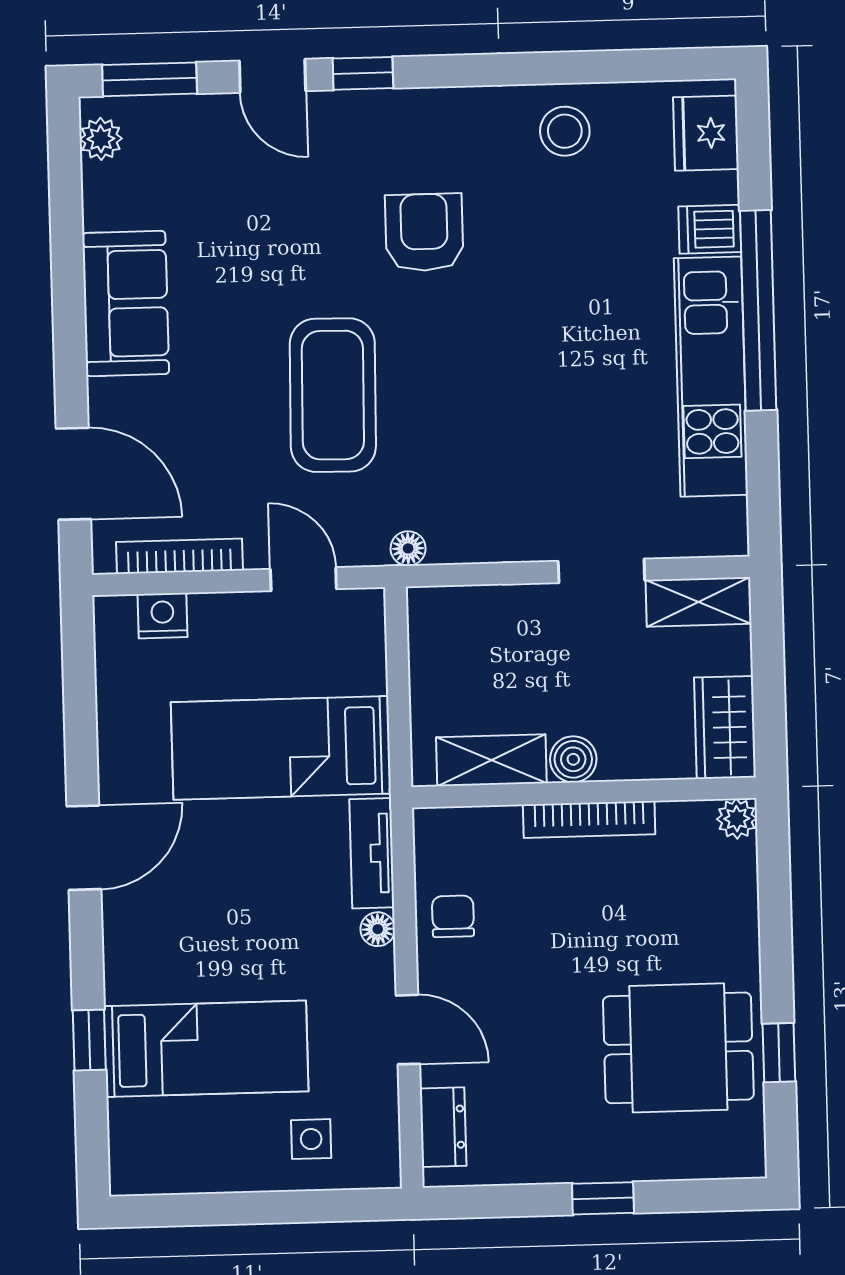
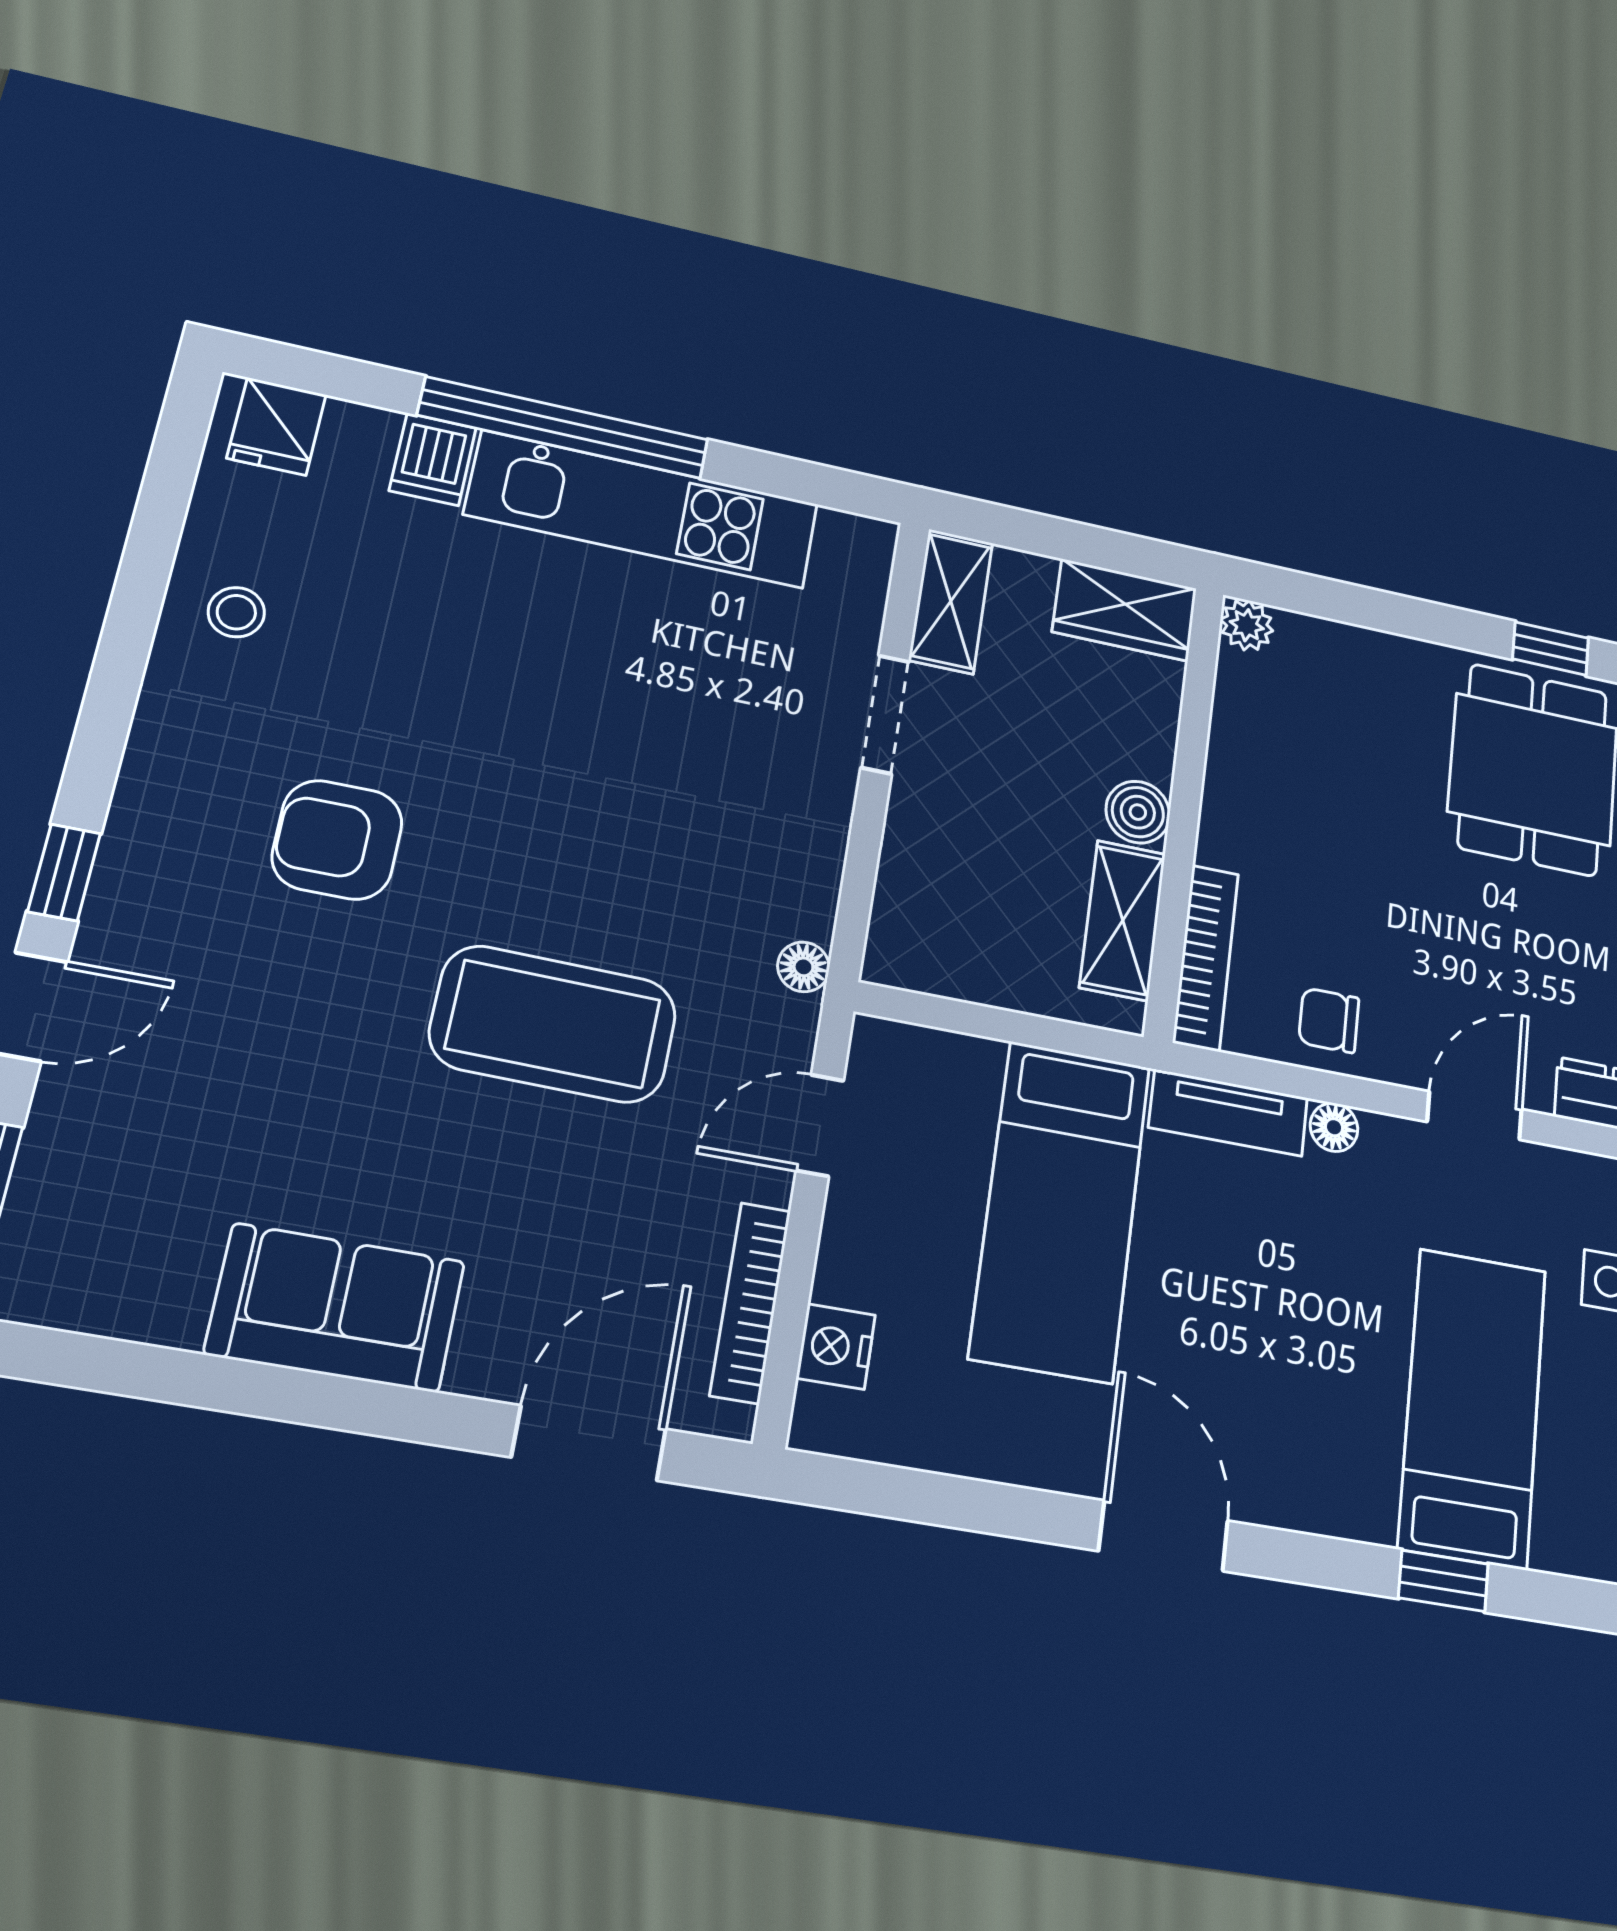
stool: (565, 131) -> (236, 612), width x0.73, depth x0.73
fridge: (706, 133) -> (277, 426), width x0.72
plant: (101, 139) -> (54, 1294), removed
bookcase: (589, 819) -> (1206, 958), moved

